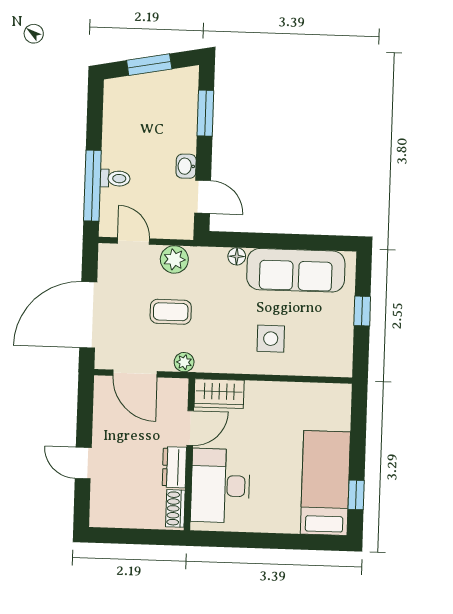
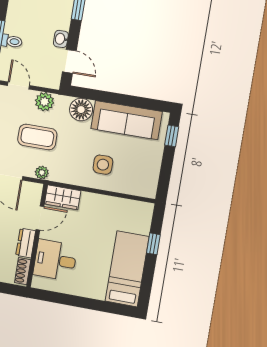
floor lamp: (237, 256) -> (81, 110), width x1.89, depth x1.89
window: (362, 311) -> (172, 136), moved
coffee table: (171, 312) -> (37, 137), width x1.36, depth x1.30
desk: (220, 486) -> (55, 260), width x0.73
window: (356, 495) -> (153, 244), moved

